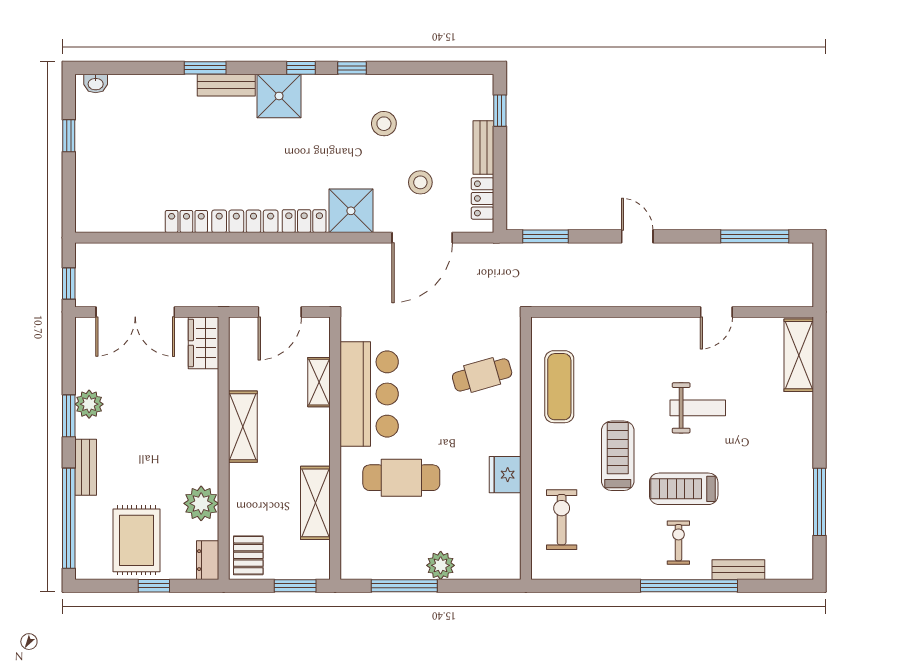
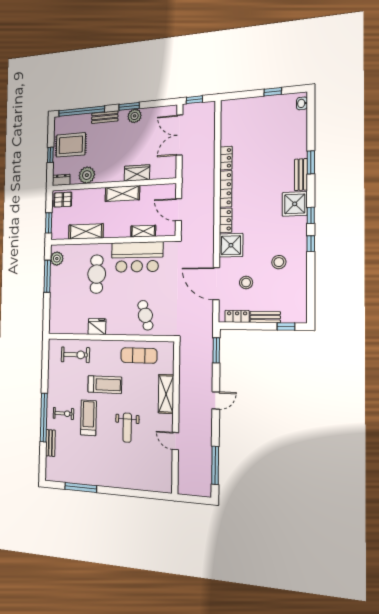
wardrobe: (204, 343) -> (137, 173), moved
shelving: (799, 355) -> (166, 394), moved, turned 90
plant: (441, 565) -> (57, 259), moved

